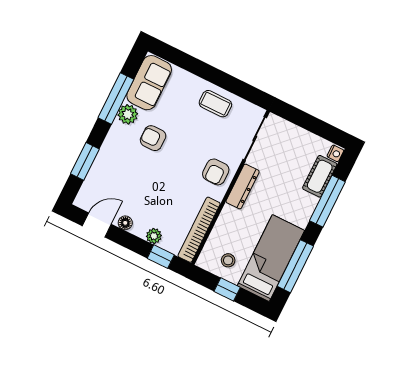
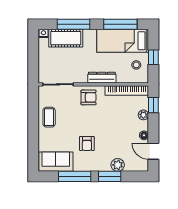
plant: (128, 114) -> (118, 165), moved
window: (85, 161) -> (110, 176), moved
cot: (320, 176) -> (66, 38), width x1.37, depth x1.34
dresser: (243, 187) -> (102, 78), moved

